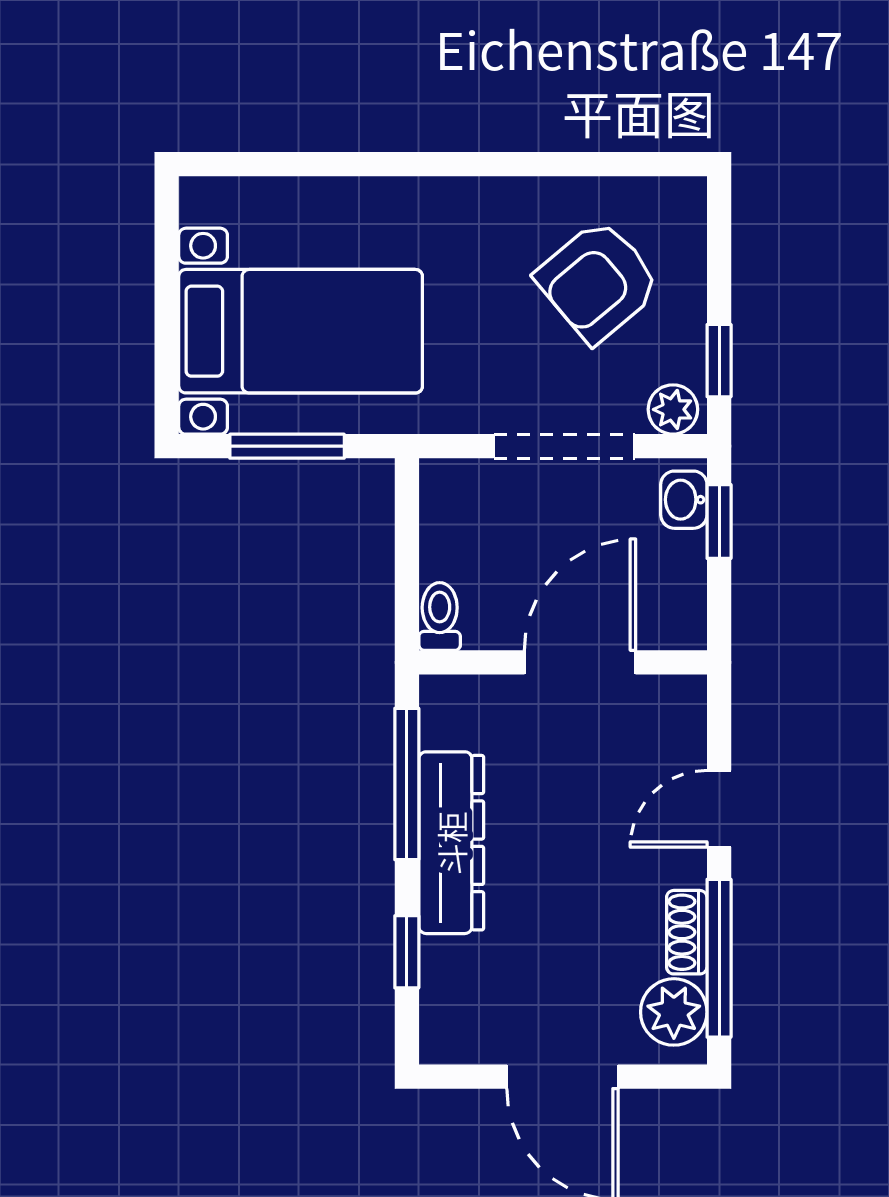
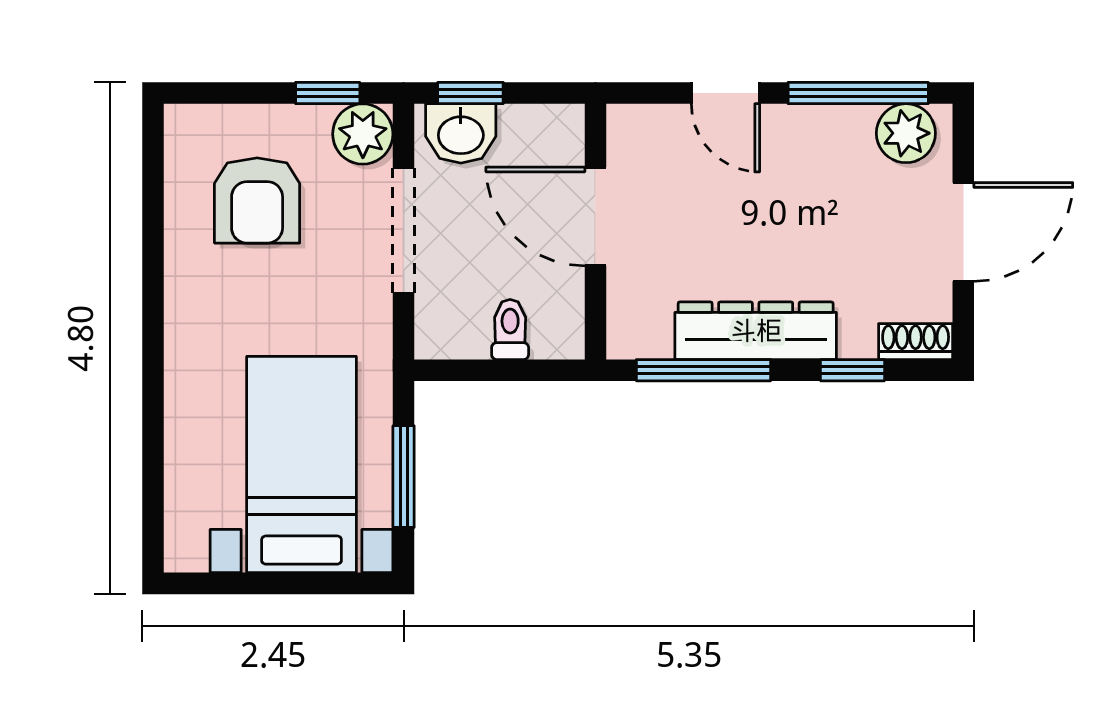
armchair: (598, 281) -> (257, 200), turned 40
plant: (673, 409) -> (363, 134), width x1.38, depth x1.38
washbasin: (684, 500) -> (461, 133), width x1.38, depth x1.45
toilet: (440, 616) -> (510, 329), moved, turned 90
shoe rack: (687, 932) -> (916, 342), moved, turned 180

